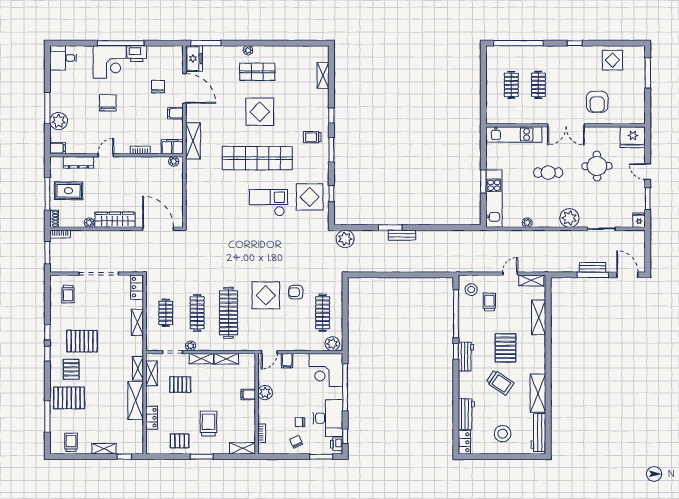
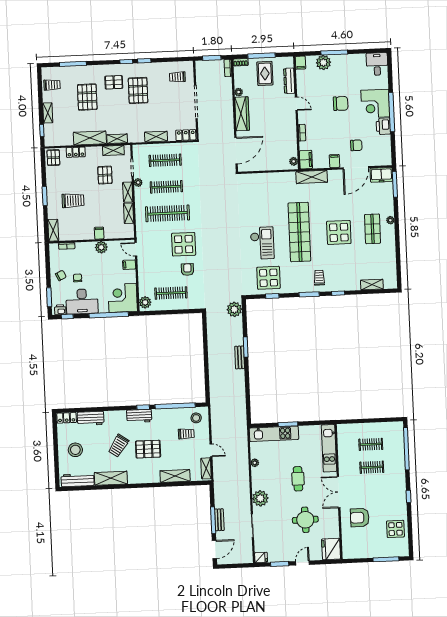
clothes rail: (166, 313) -> (165, 160), width x1.36
pallet: (69, 398) -> (87, 97), moved
pallet: (180, 441) -> (53, 158), moved

